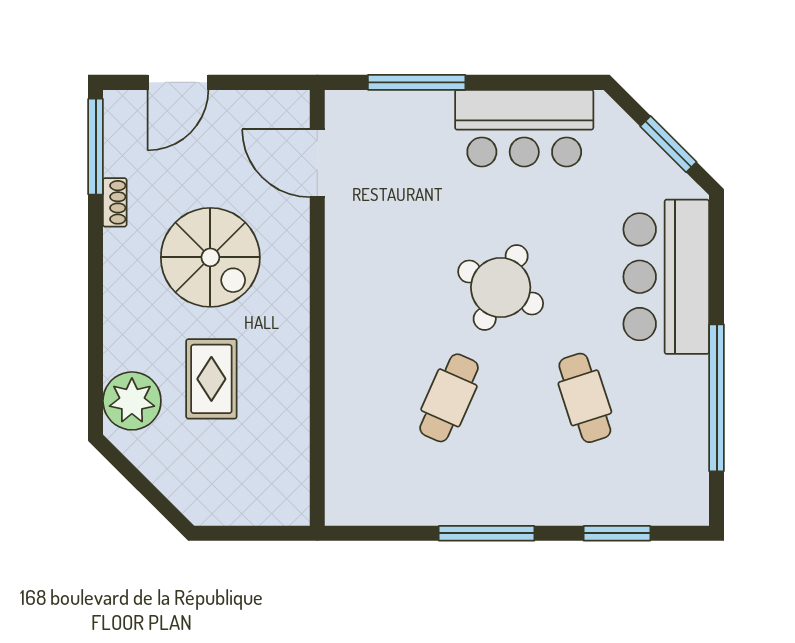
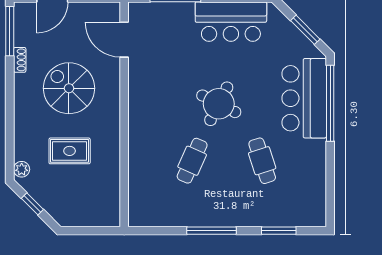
spiral stairs: (210, 257) -> (69, 88), turned 180
rug: (211, 379) -> (70, 151), turned 90
window: (717, 398) -> (330, 103), moved
plant: (132, 401) -> (22, 169), width x0.53, depth x0.53
window: (139, 482) -> (32, 204), added

